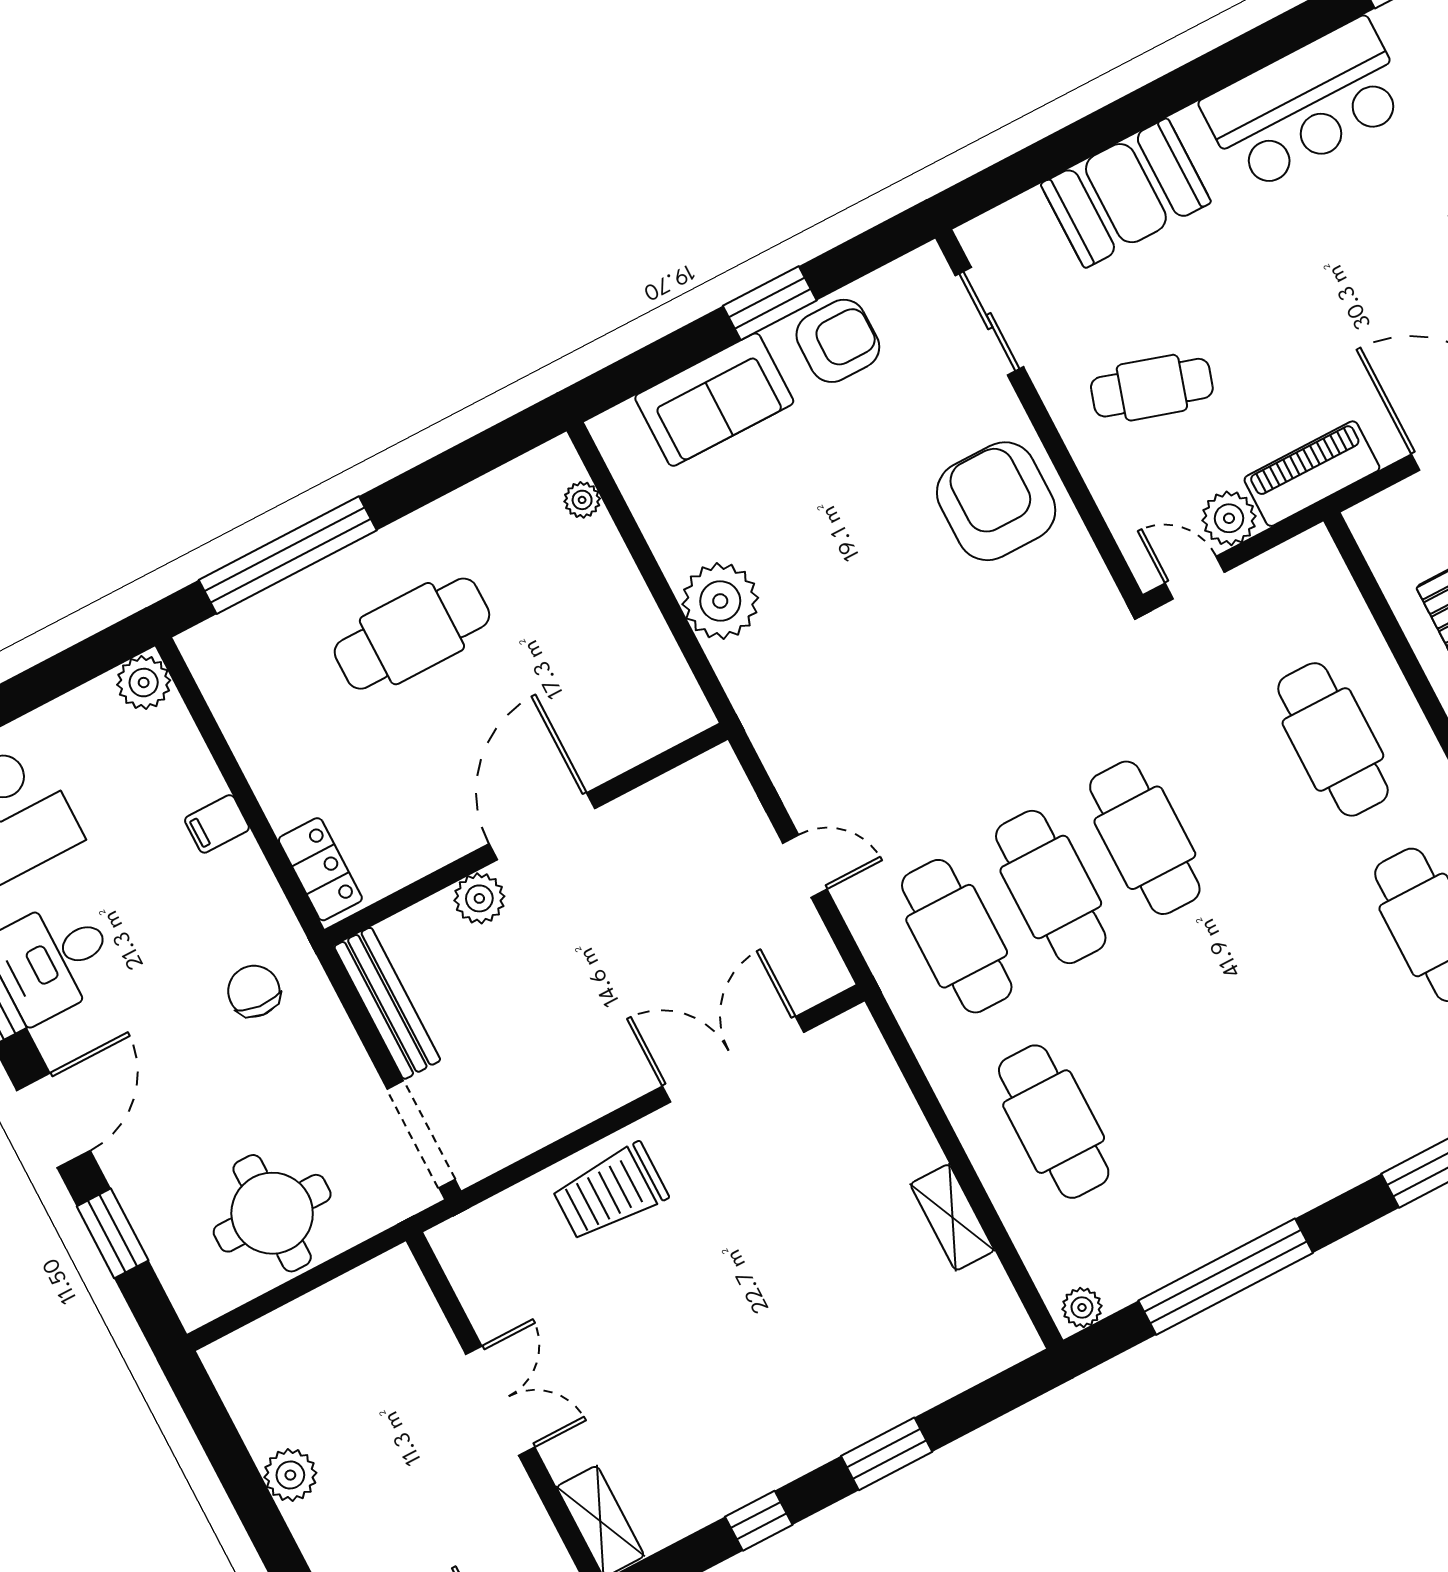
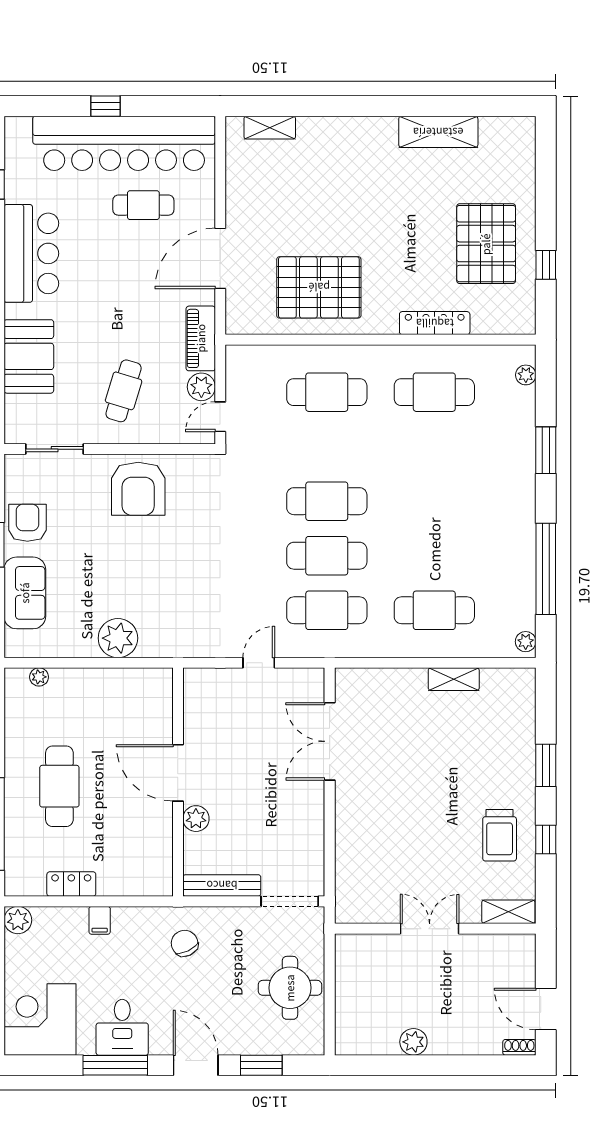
armchair: (996, 501) -> (138, 489), turned -90
locker: (320, 869) -> (71, 884), moved
chair: (254, 991) -> (185, 943), turned 59
trolley: (610, 1192) -> (500, 835), moved

